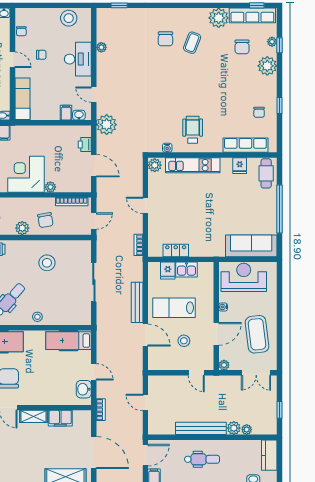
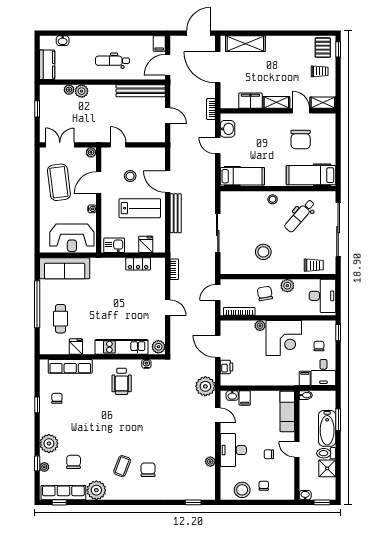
chair: (21, 31) -> (264, 486), moved
cafe table: (266, 173) -> (61, 319), moved
kitchen sink: (187, 270) -> (114, 245), moved
bench: (201, 428) -> (141, 91), moved

